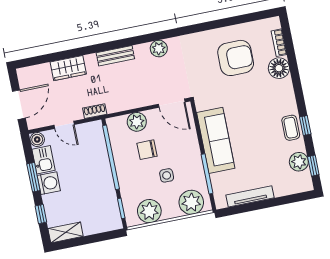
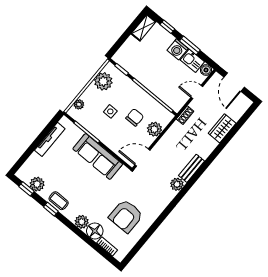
bench: (115, 56) -> (192, 168), moved
plant: (285, 88) -> (82, 222), added
plant: (191, 202) -> (79, 104), width x0.53, depth x0.53

